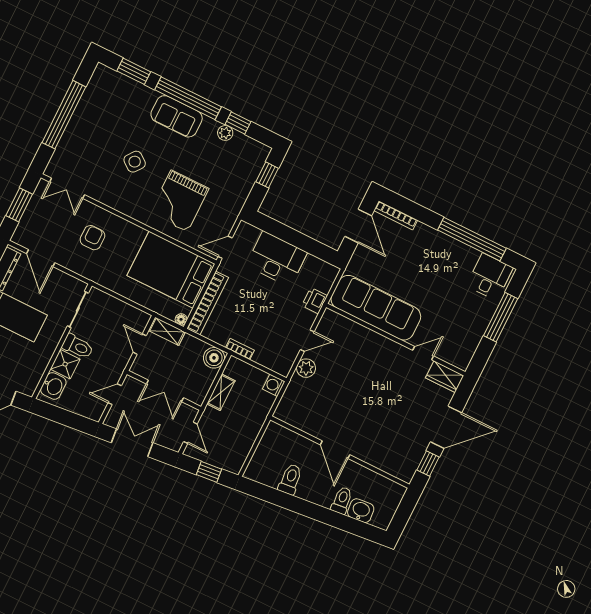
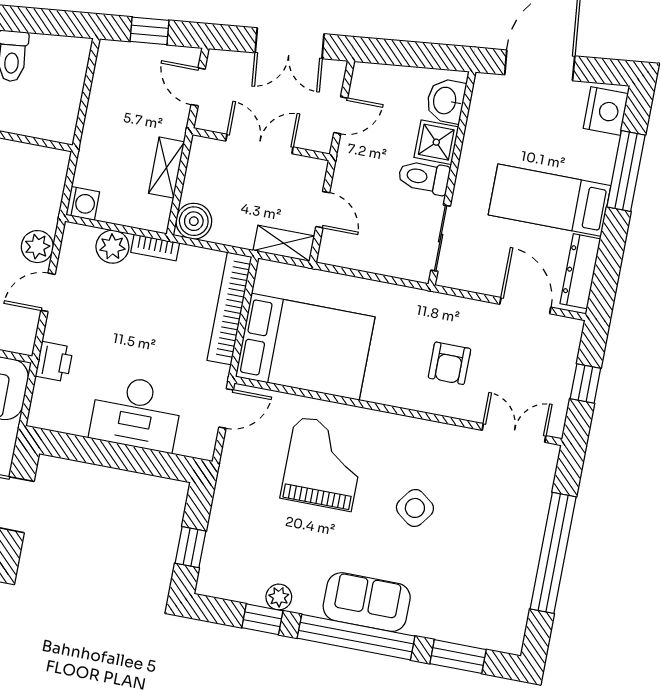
window: (19, 205) -> (585, 384), width x0.67
floor lamp: (181, 319) -> (266, 269), removed
plant: (264, 356) -> (112, 247), added

